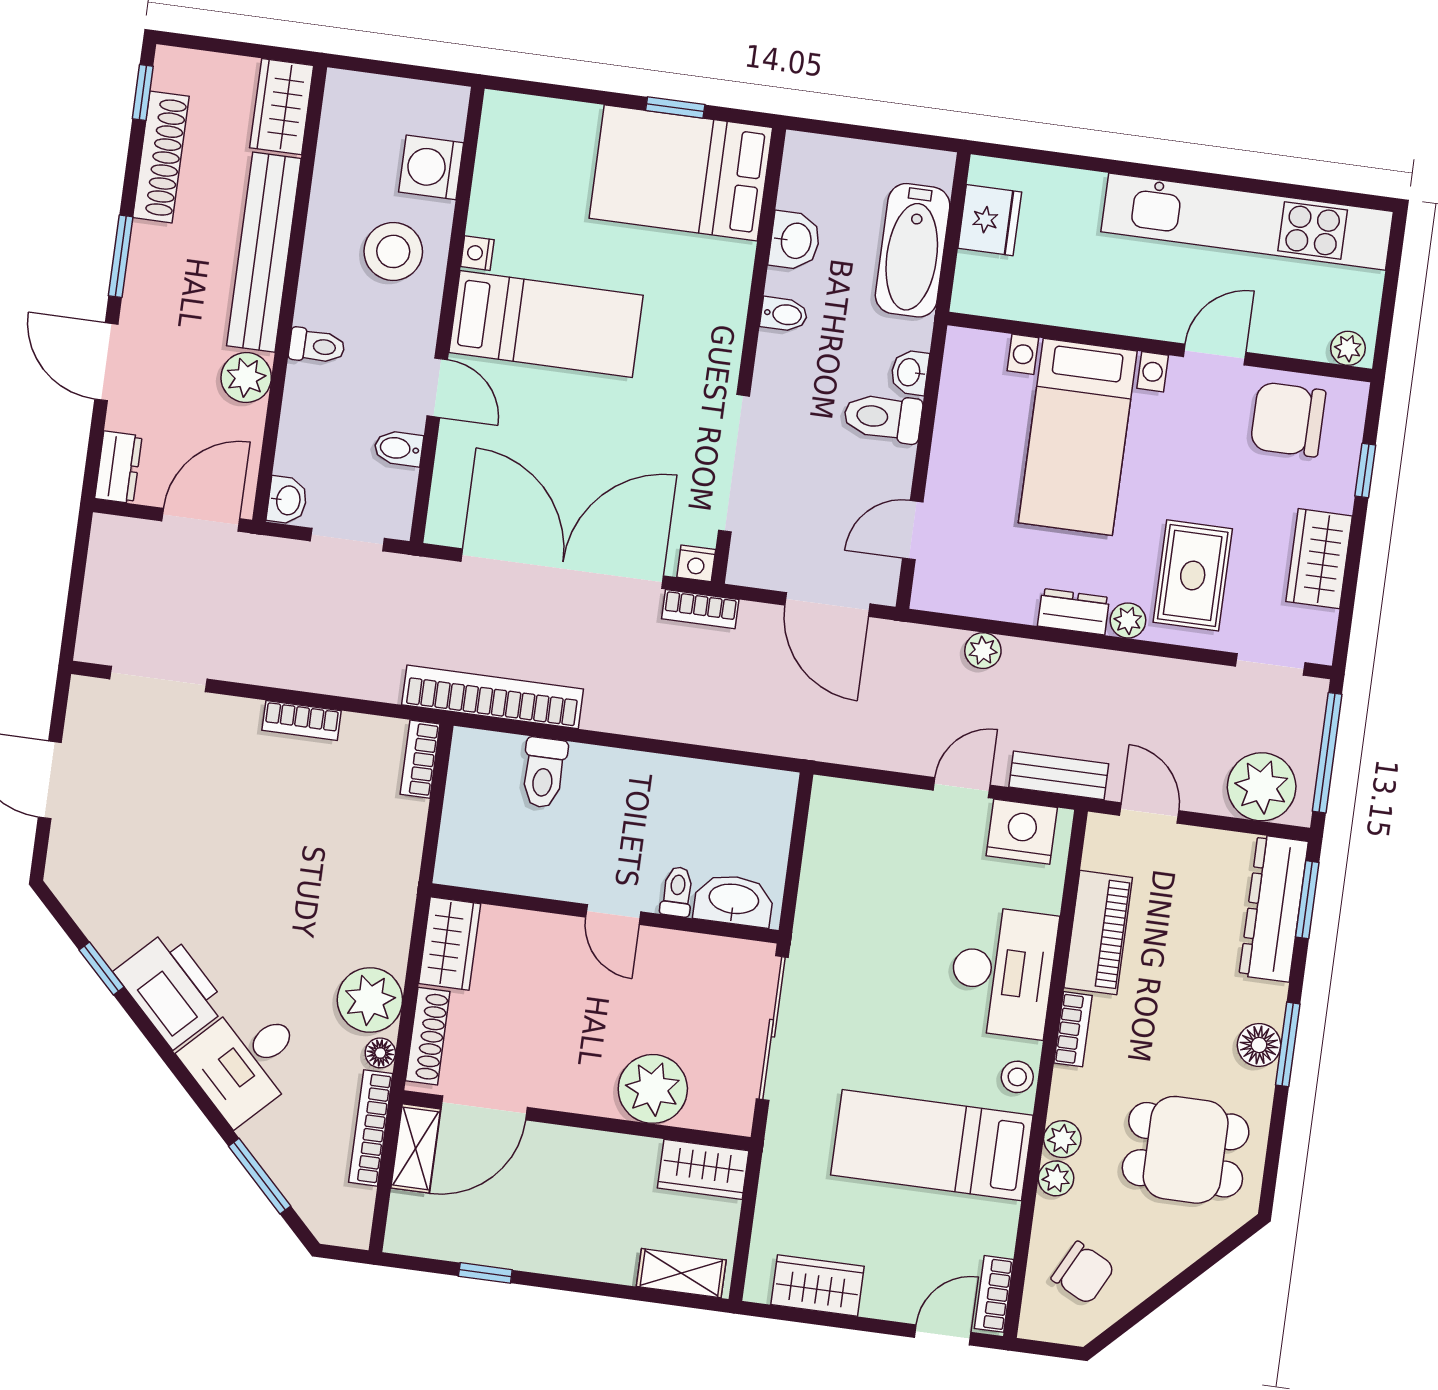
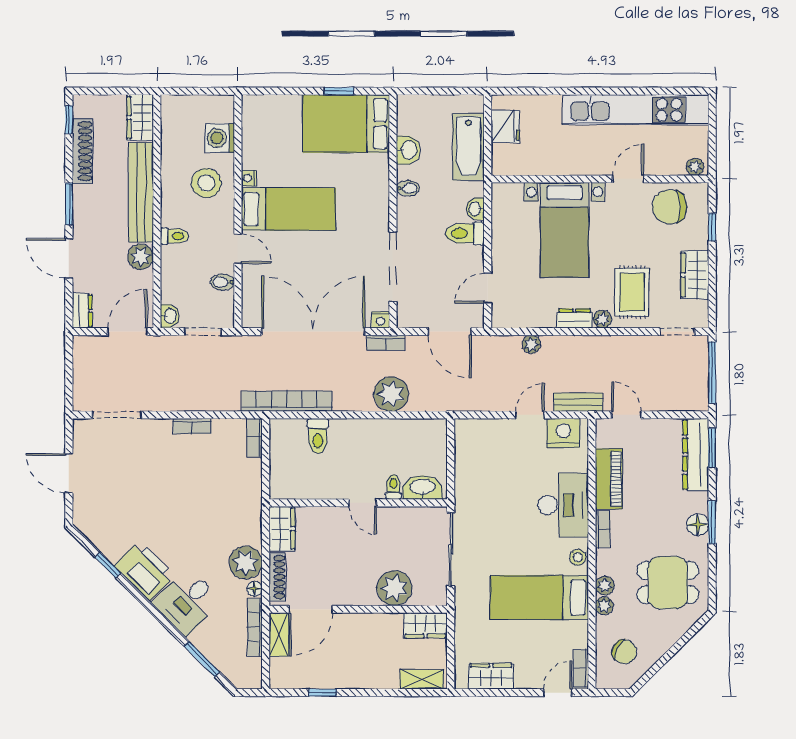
plant: (1262, 787) -> (391, 394), moved

